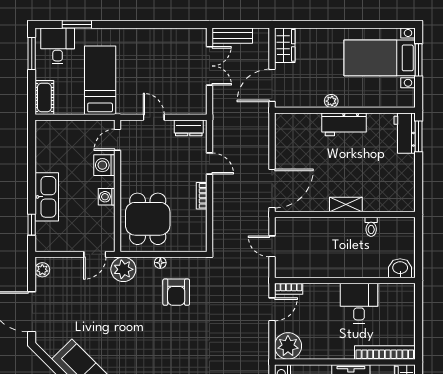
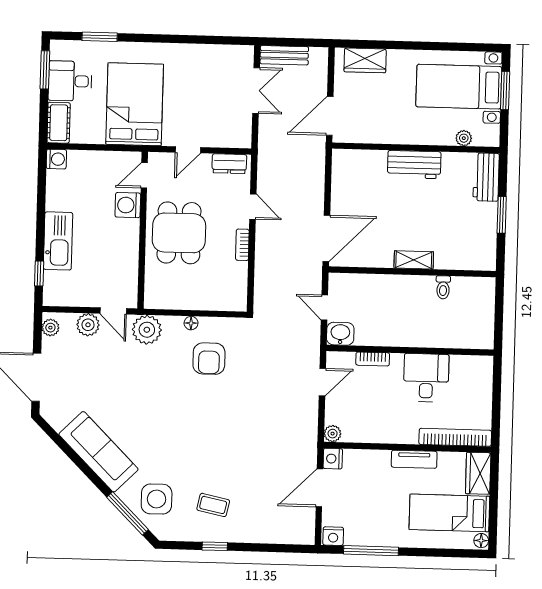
wardrobe: (285, 45) -> (365, 60), moved, turned 90
desk: (58, 46) -> (70, 81), moved, turned -90
bed: (100, 80) -> (135, 104), width x1.50
plant: (331, 101) -> (464, 138), moved
door: (154, 117) -> (188, 150), swing flipped
window: (419, 136) -> (502, 215), moved
washing machine: (107, 197) -> (56, 159), moved, turned 180
dining table: (148, 219) -> (179, 233), moved
door: (95, 254) -> (113, 311), hinge flipped
plant: (74, 267) -> (88, 325), added
washbasin: (400, 268) -> (340, 334), moved
bookcase: (289, 289) -> (373, 359), moved
plant: (288, 346) -> (333, 434), width x0.53, depth x0.53

